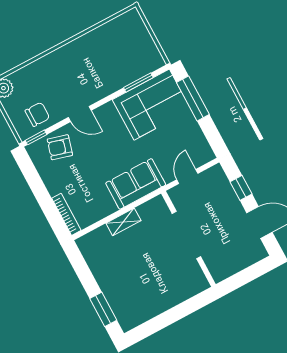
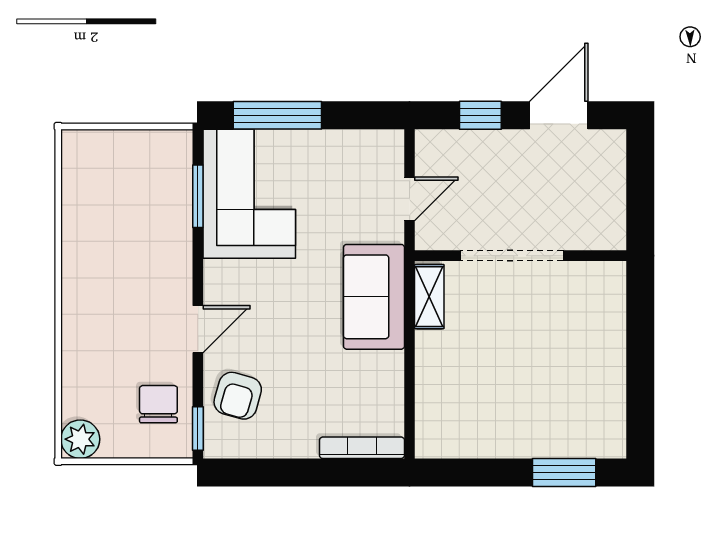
door: (187, 176) -> (410, 199), swing flipped
shelving: (123, 222) -> (429, 297), moved

